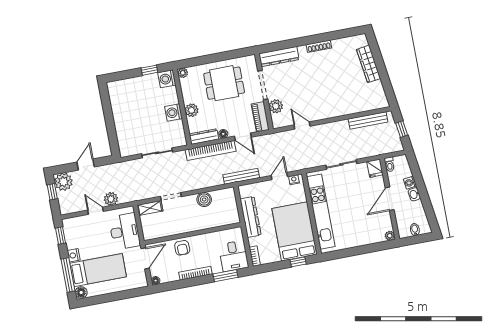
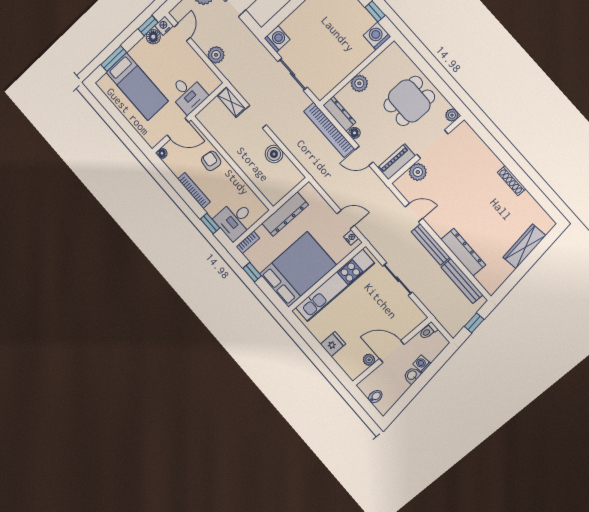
dresser: (279, 57) -> (463, 252), moved, turned 180
plant: (183, 73) -> (452, 115), moved
dining table: (224, 83) -> (409, 101), turned 90
washing machine: (173, 112) -> (277, 39), moved, turned 90
door: (302, 126) -> (414, 213), hinge flipped
door: (243, 137) -> (364, 156), hinge flipped
fridge: (375, 168) -> (333, 344), moved, turned 180
bench: (241, 176) -> (431, 245), moved
door: (96, 211) -> (182, 32), moved
desk: (125, 231) -> (188, 94), width x0.73
plant: (390, 236) -> (369, 360), moved
armchair: (182, 248) -> (211, 161), turned 97
nightstand: (74, 255) -> (164, 26), moved
window: (298, 262) -> (252, 272), moved
window: (68, 275) -> (114, 59), width x0.69
window: (226, 276) -> (210, 223), width x0.67
floor lamp: (81, 292) -> (153, 37), moved

